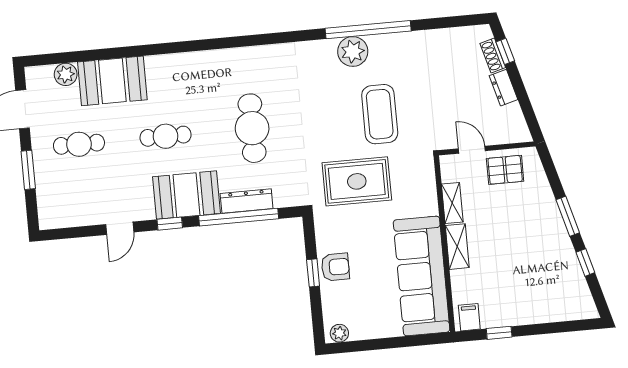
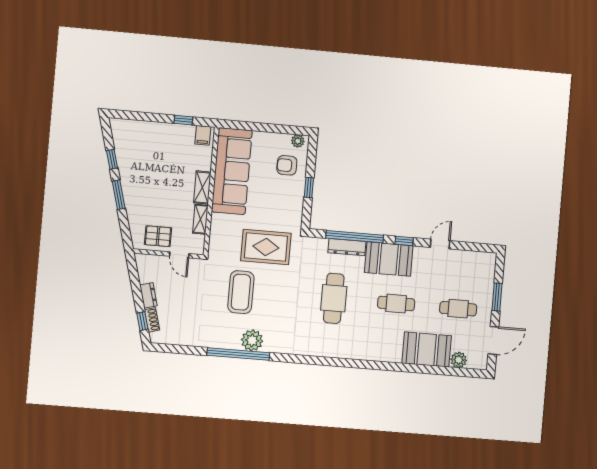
armchair: (335, 267) -> (287, 165), moved

